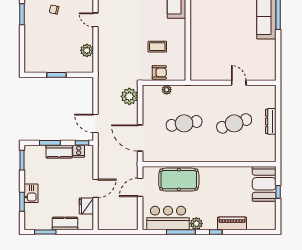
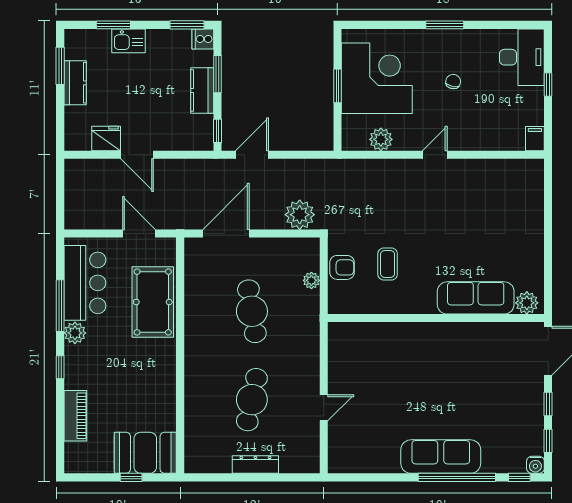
corner desk: (52, 53) -> (377, 78), added
armchair: (159, 72) -> (342, 267), turned -90
cafe table: (234, 123) -> (252, 400), turned 30
cooker: (79, 151) -> (203, 39), moved
piano: (232, 223) -> (75, 416), moved
kitchen counter: (65, 224) -> (75, 83), moved

